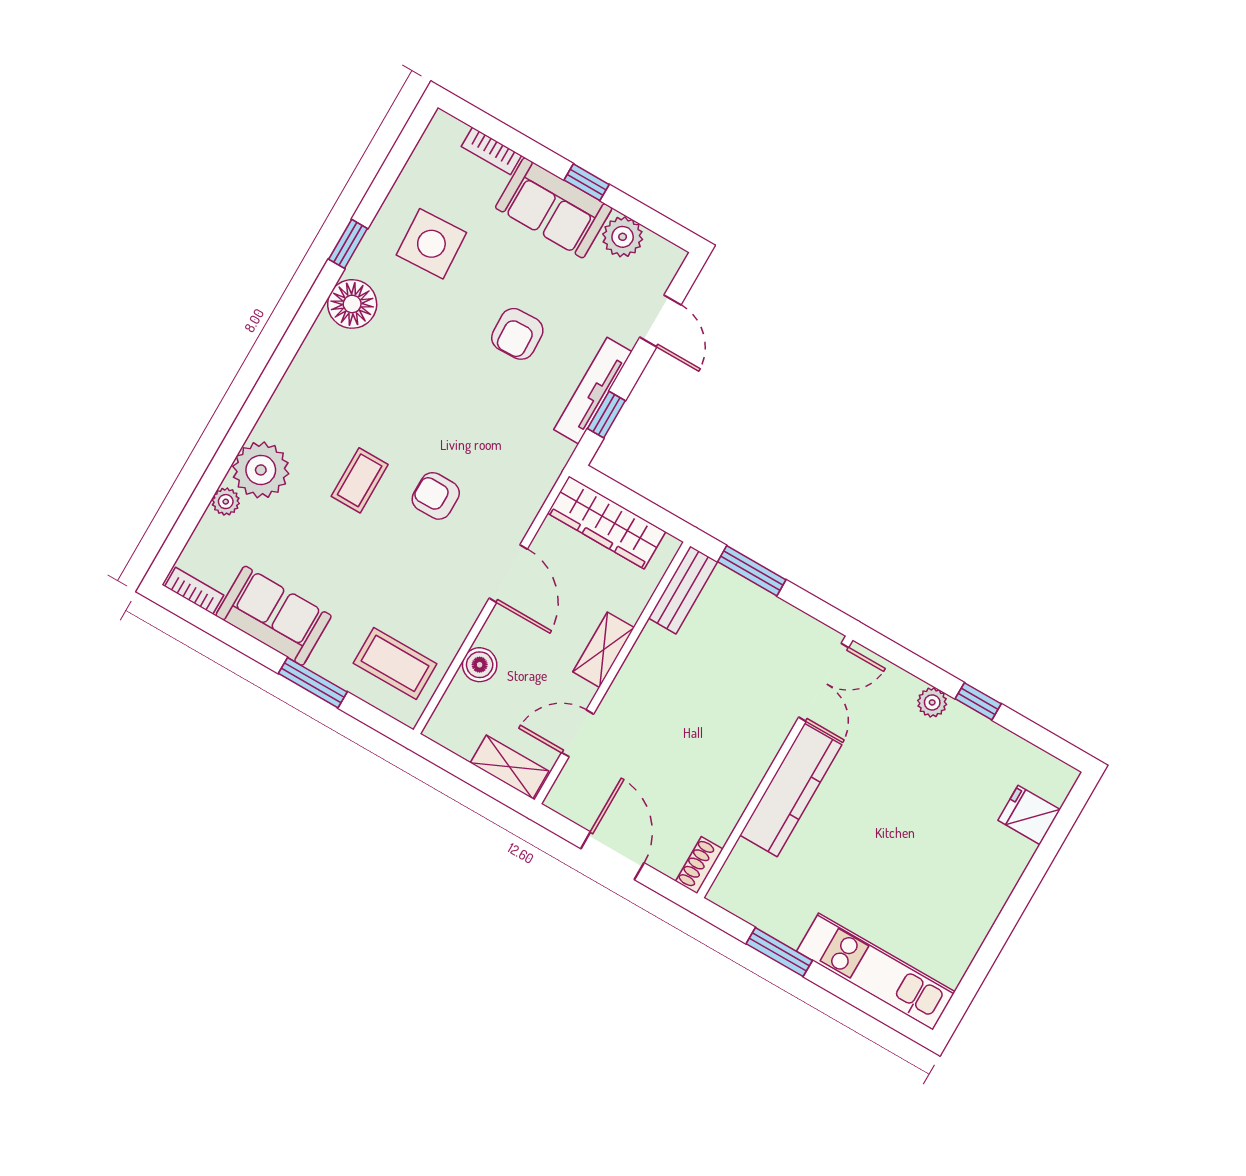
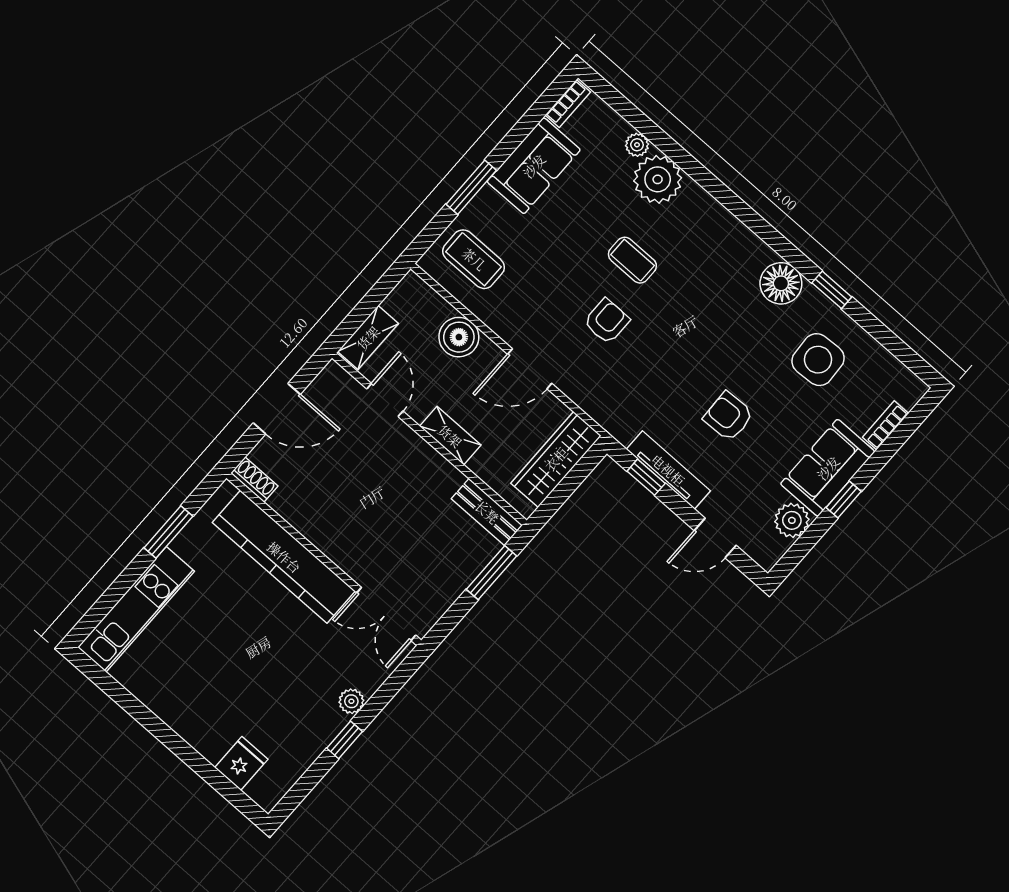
coffee table: (395, 663) -> (474, 259), turned 90
boiler: (480, 665) -> (459, 337), width x1.36, depth x1.36
kitchen counter: (791, 790) -> (284, 557), width x1.39, depth x1.17

